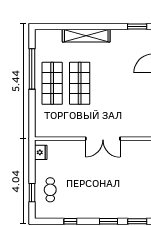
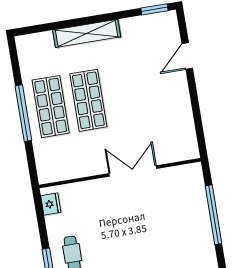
window: (32, 69) -> (23, 113), moved
double door: (103, 139) -> (133, 171), swing flipped

